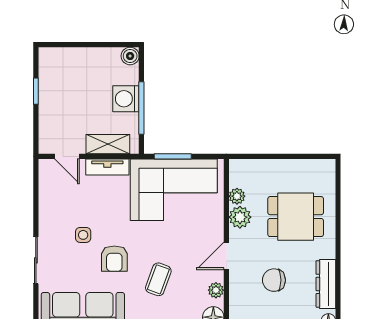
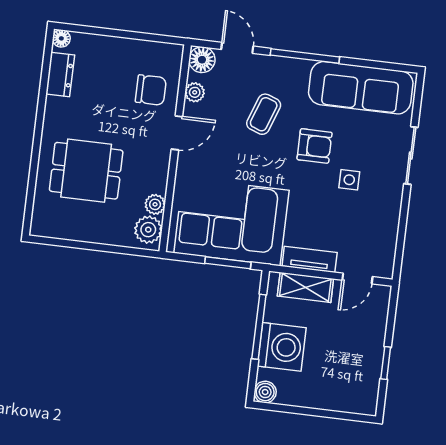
washing machine: (126, 99) -> (282, 347), width x1.37, depth x1.37
door: (67, 156) -> (357, 278), swing flipped
plant: (240, 217) -> (148, 230), moved
armchair: (114, 259) -> (315, 146), turned 90
chair: (274, 280) -> (151, 90), moved
dresser: (326, 284) -> (60, 74), width x0.70

